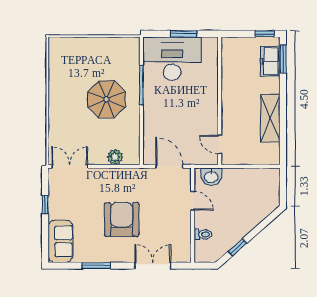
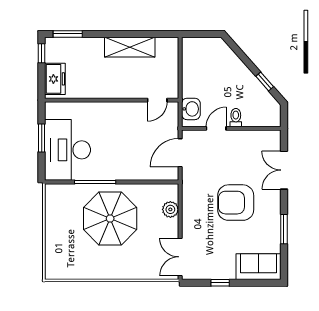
freezer: (270, 61) -> (55, 79), moved, turned -90
parasol: (106, 99) -> (110, 219), width x1.36, depth x1.36
toilet: (203, 234) -> (236, 118), moved

